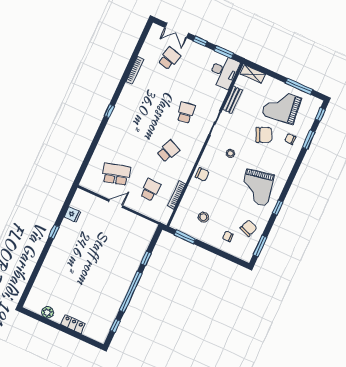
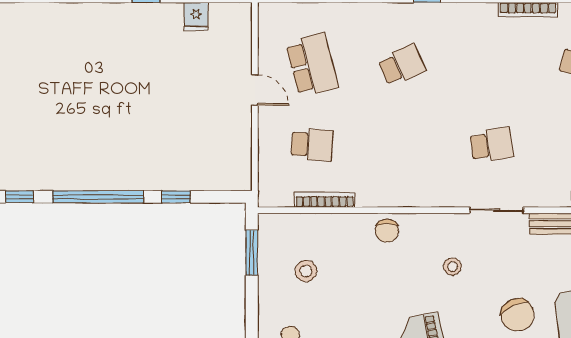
school desk: (168, 151) -> (402, 65), moved, turned -48

